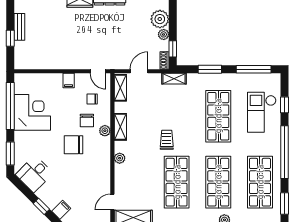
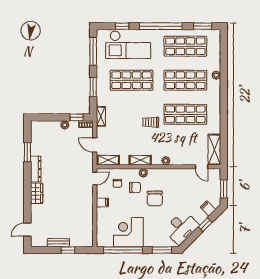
plant: (160, 19) -> (52, 128), removed
checkout: (262, 112) -> (128, 45), width x1.36, depth x1.21
desk: (34, 174) -> (181, 228), width x1.37

